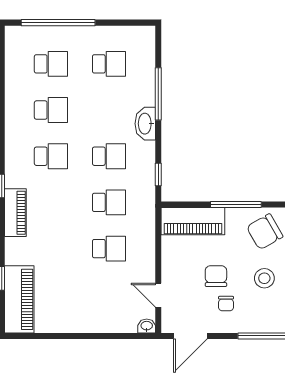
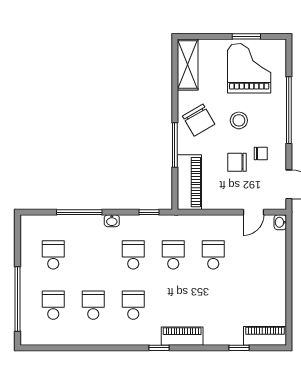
washbasin: (145, 124) -> (112, 221), width x0.52, depth x0.69
piano: (19, 299) -> (265, 336), width x0.73, depth x0.75

